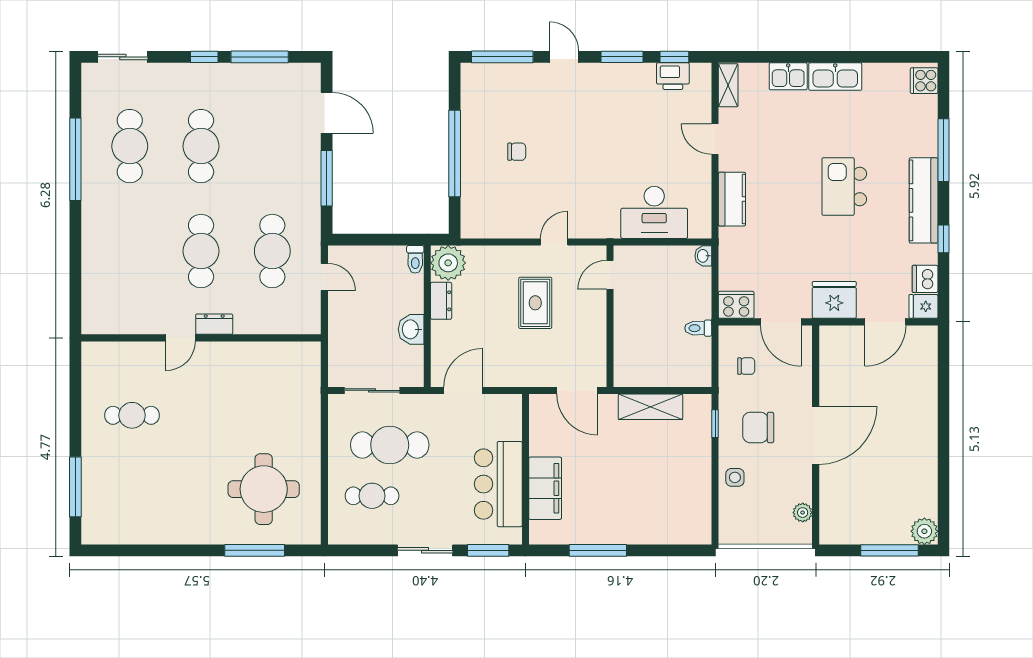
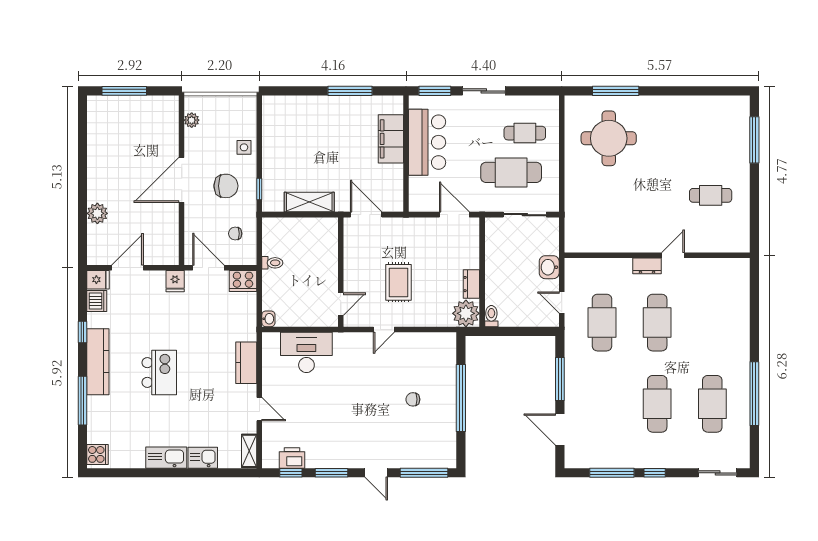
fridge: (834, 300) -> (175, 281), width x0.53, depth x0.75
washbasin: (411, 329) -> (549, 267), moved, turned 180
door: (463, 390) -> (454, 215), swing flipped
plant: (924, 531) -> (97, 213), moved

